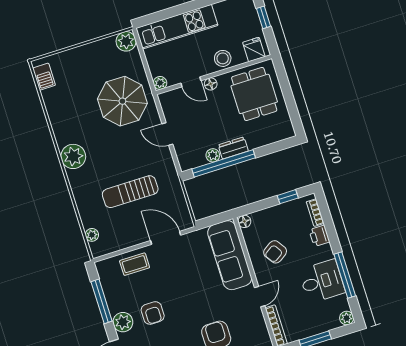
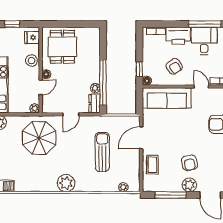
dining table: (254, 94) -> (62, 47), turned 90
dresser: (233, 148) -> (95, 103), moved
sun lounger: (130, 192) -> (102, 152), turned 180
window: (288, 197) -> (139, 69), moved
printer: (319, 236) -> (178, 36), width x1.87, depth x1.48
armchair: (153, 313) -> (189, 163), turned 79

